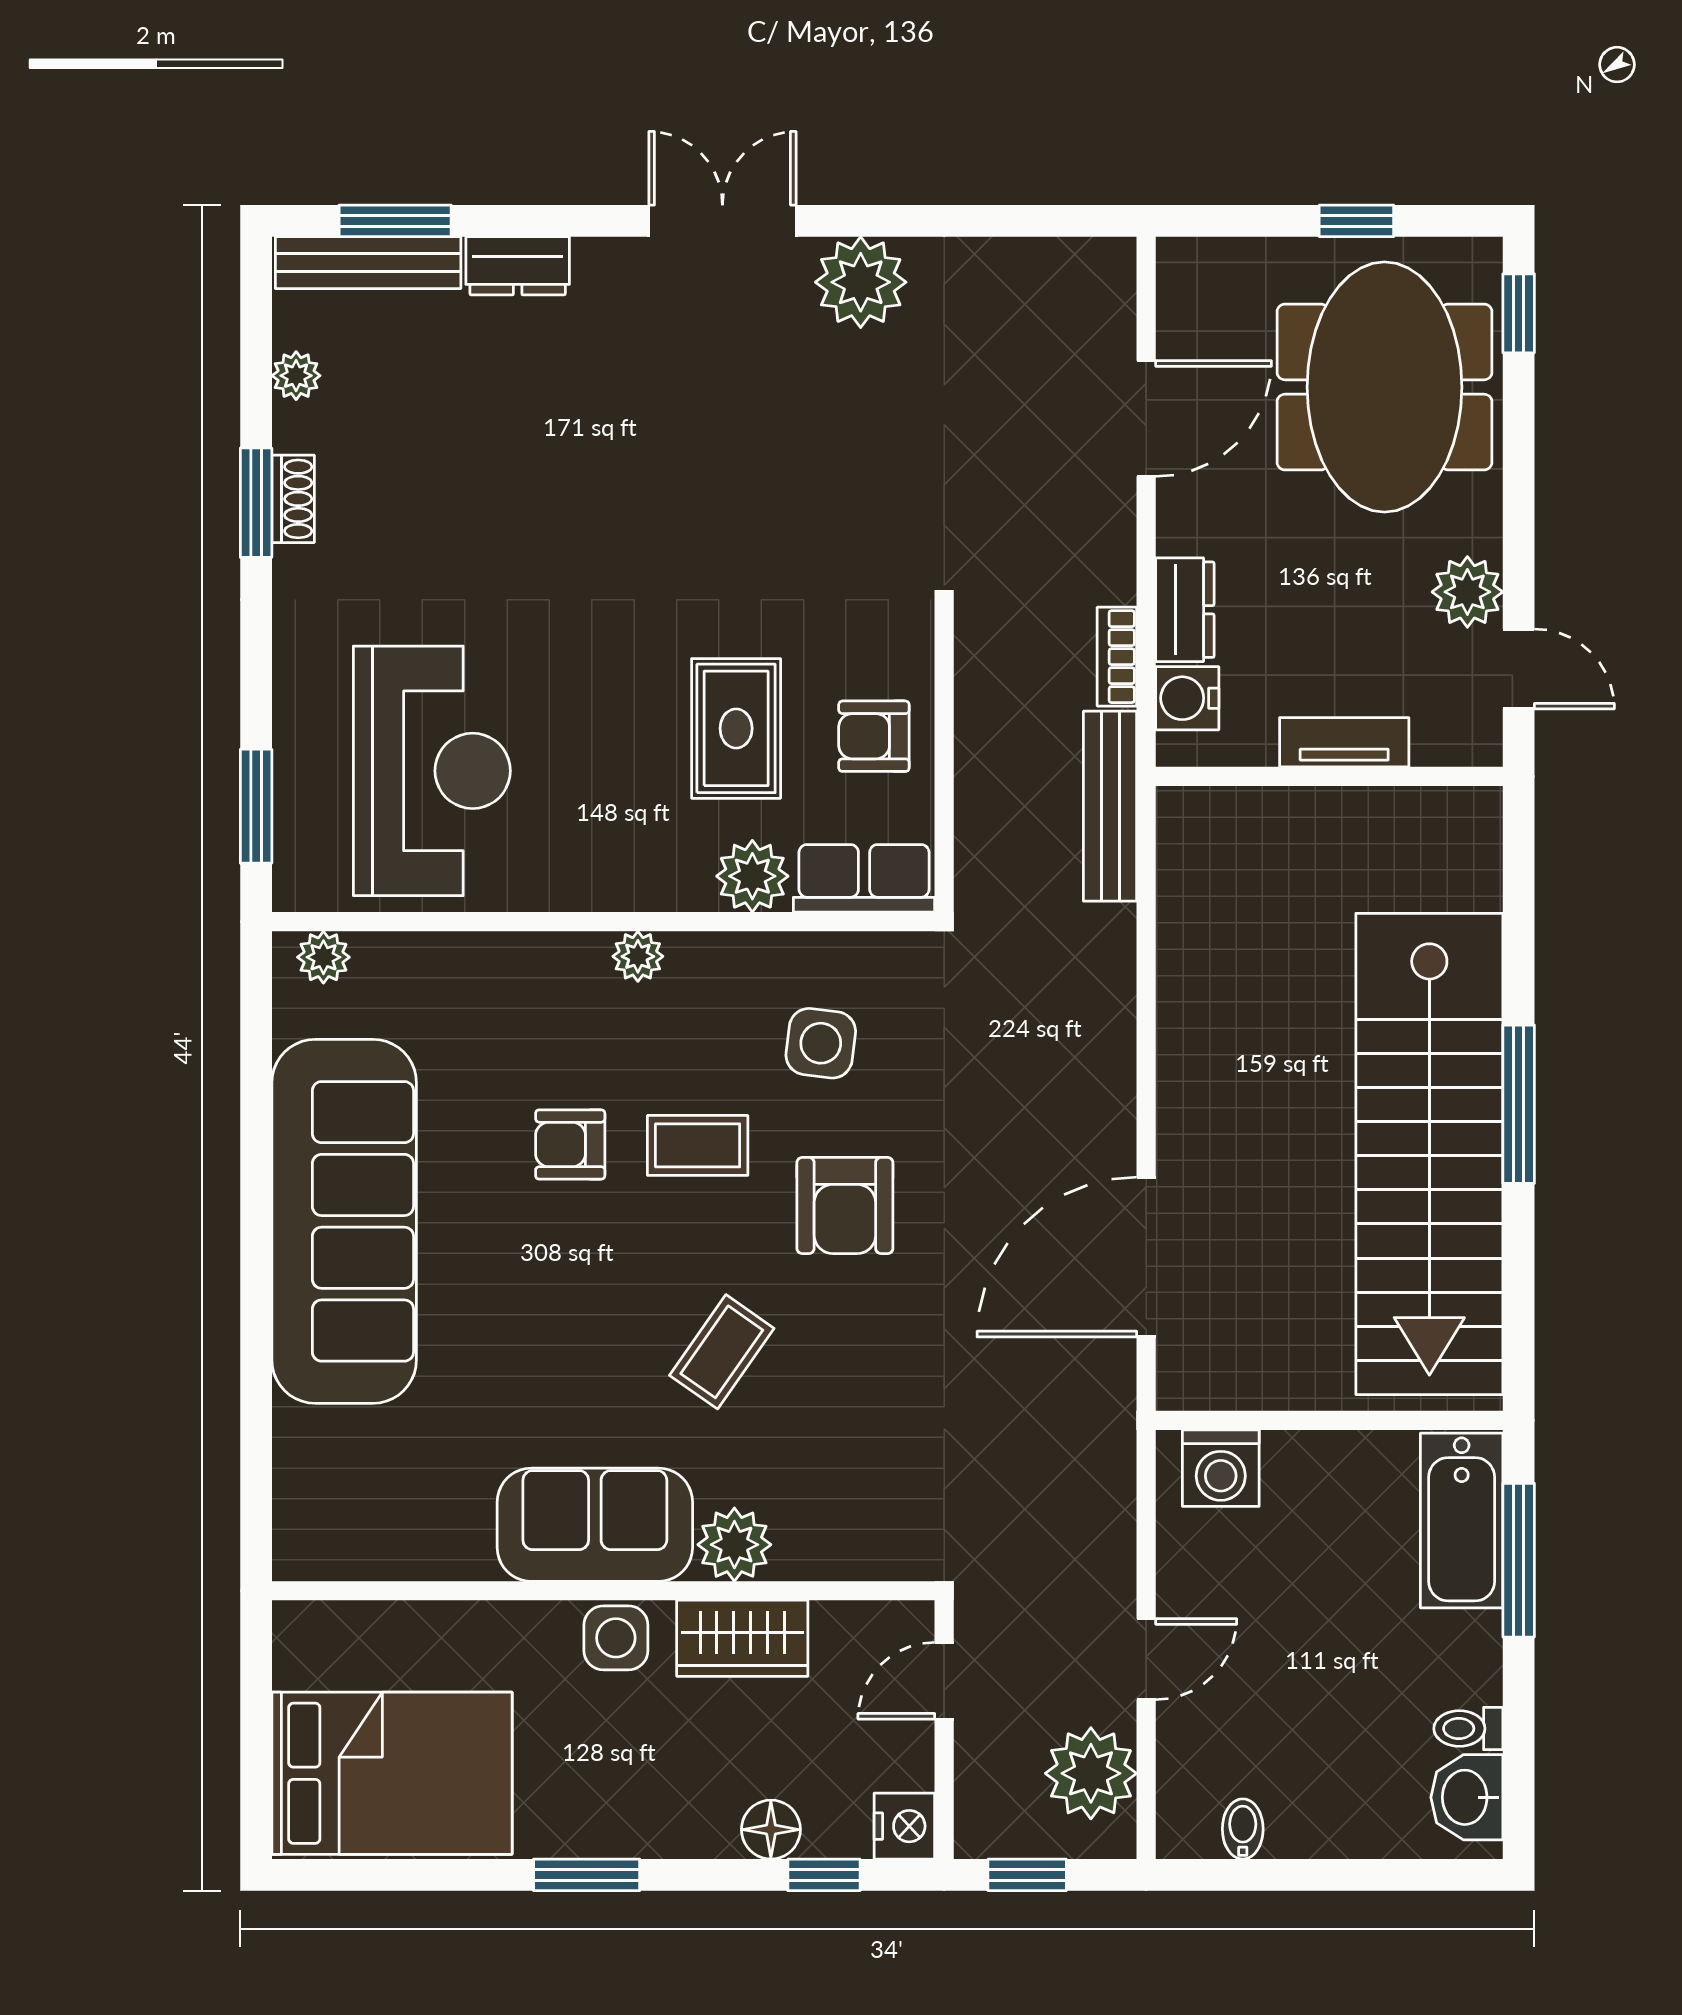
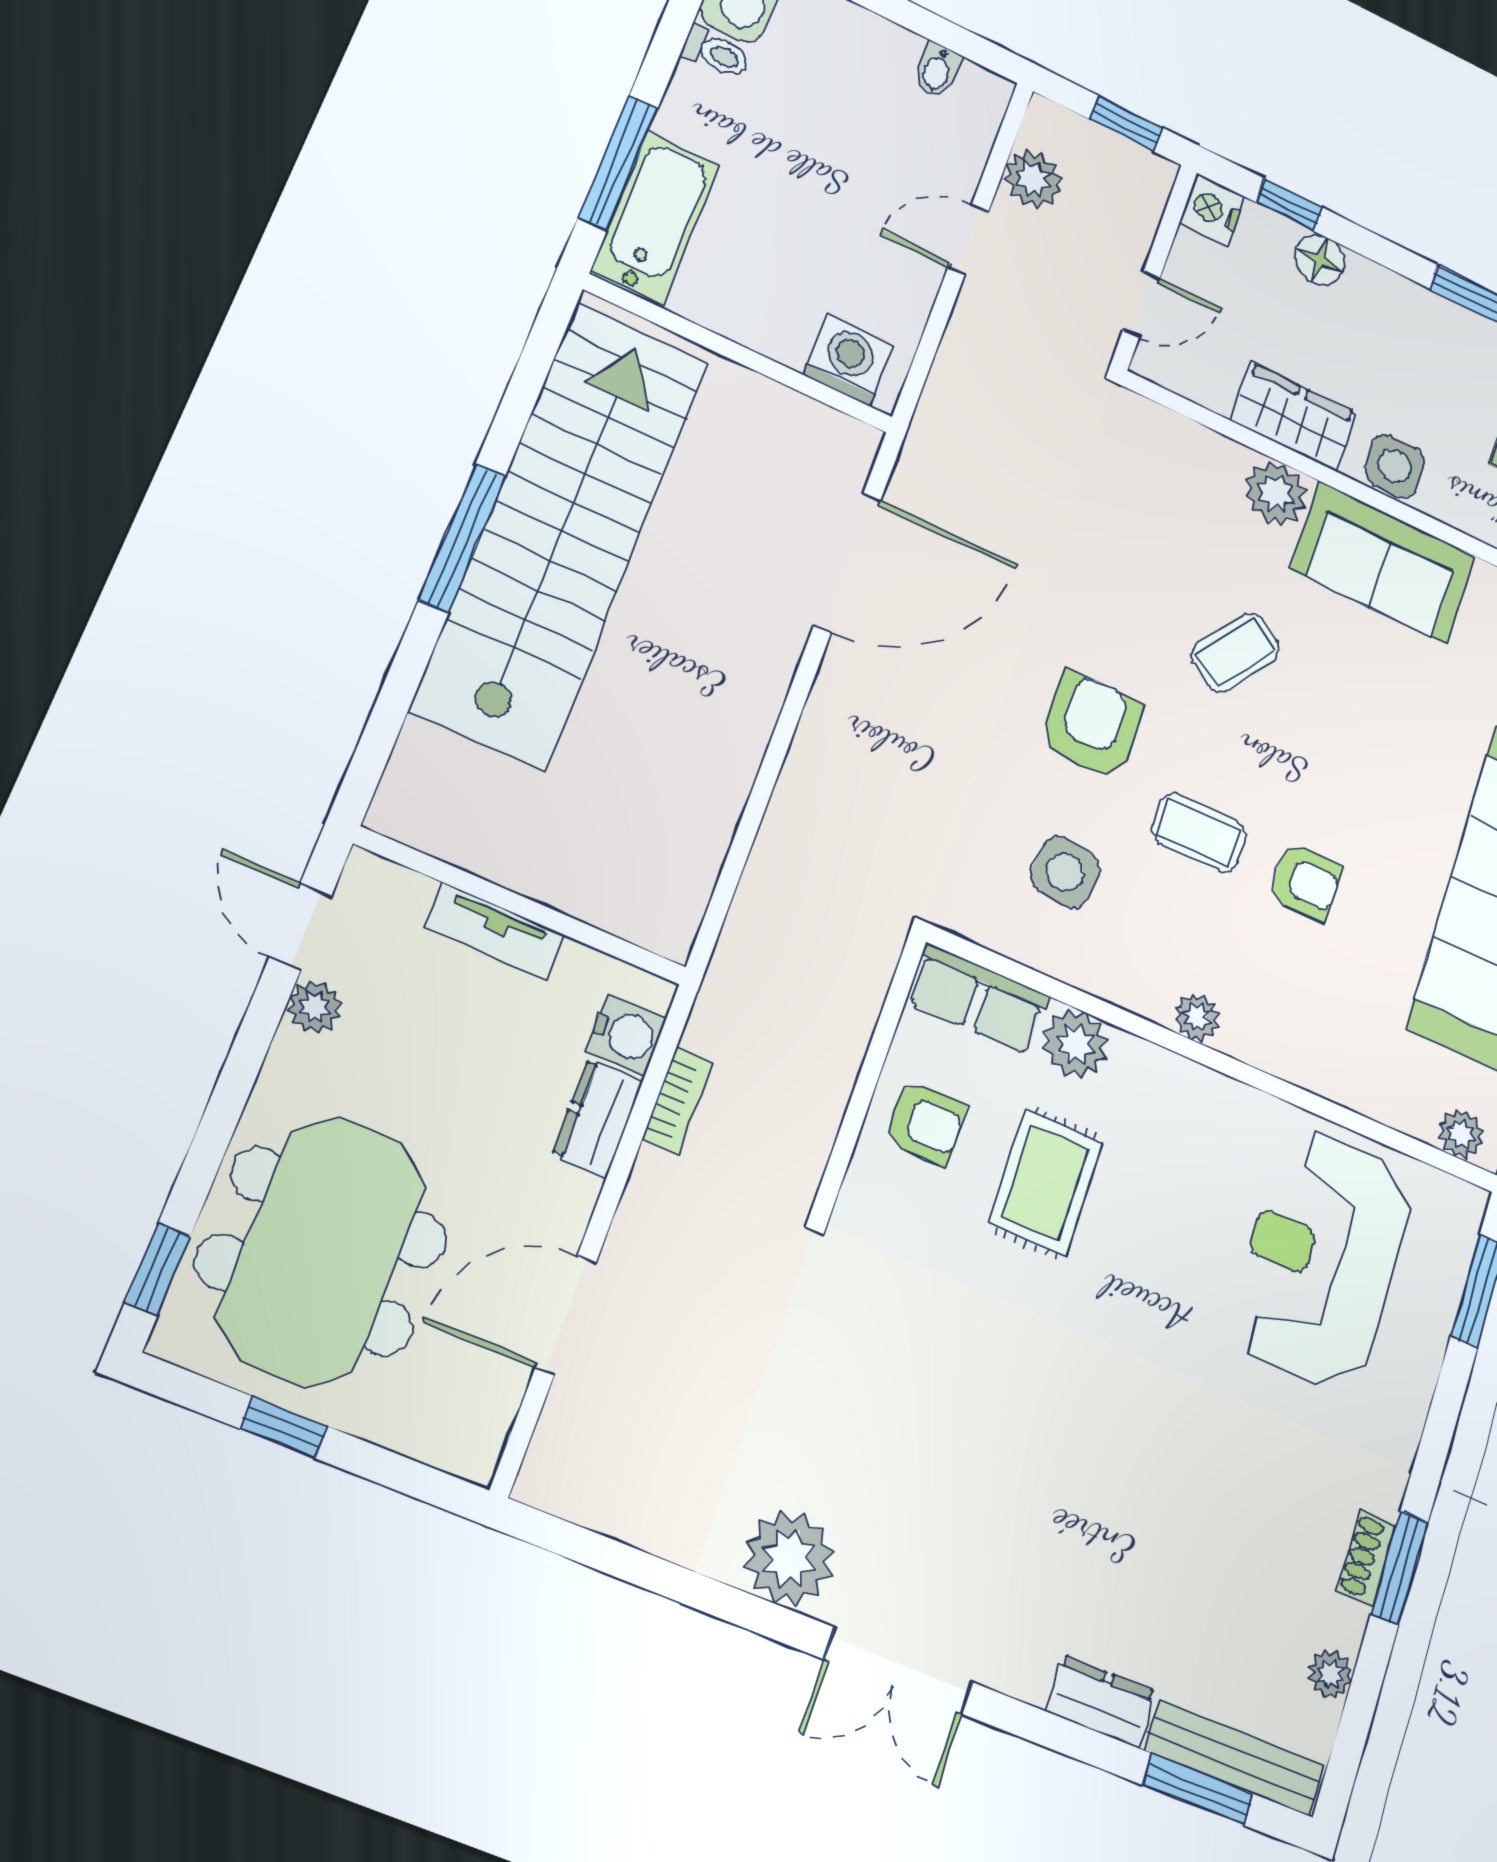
plant: (1467, 592) -> (315, 1007), width x0.73, depth x0.73
bench: (1110, 806) -> (734, 967), removed
plant: (1091, 1773) -> (1033, 179), width x0.73, depth x0.73

